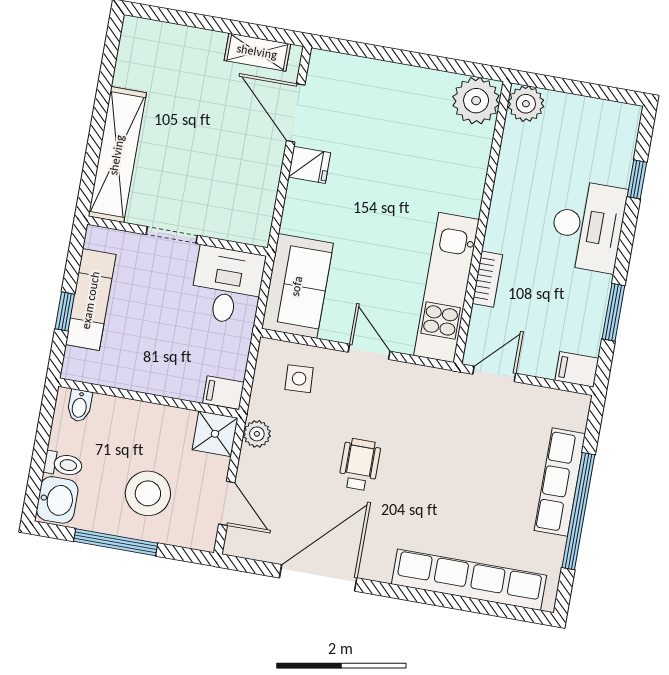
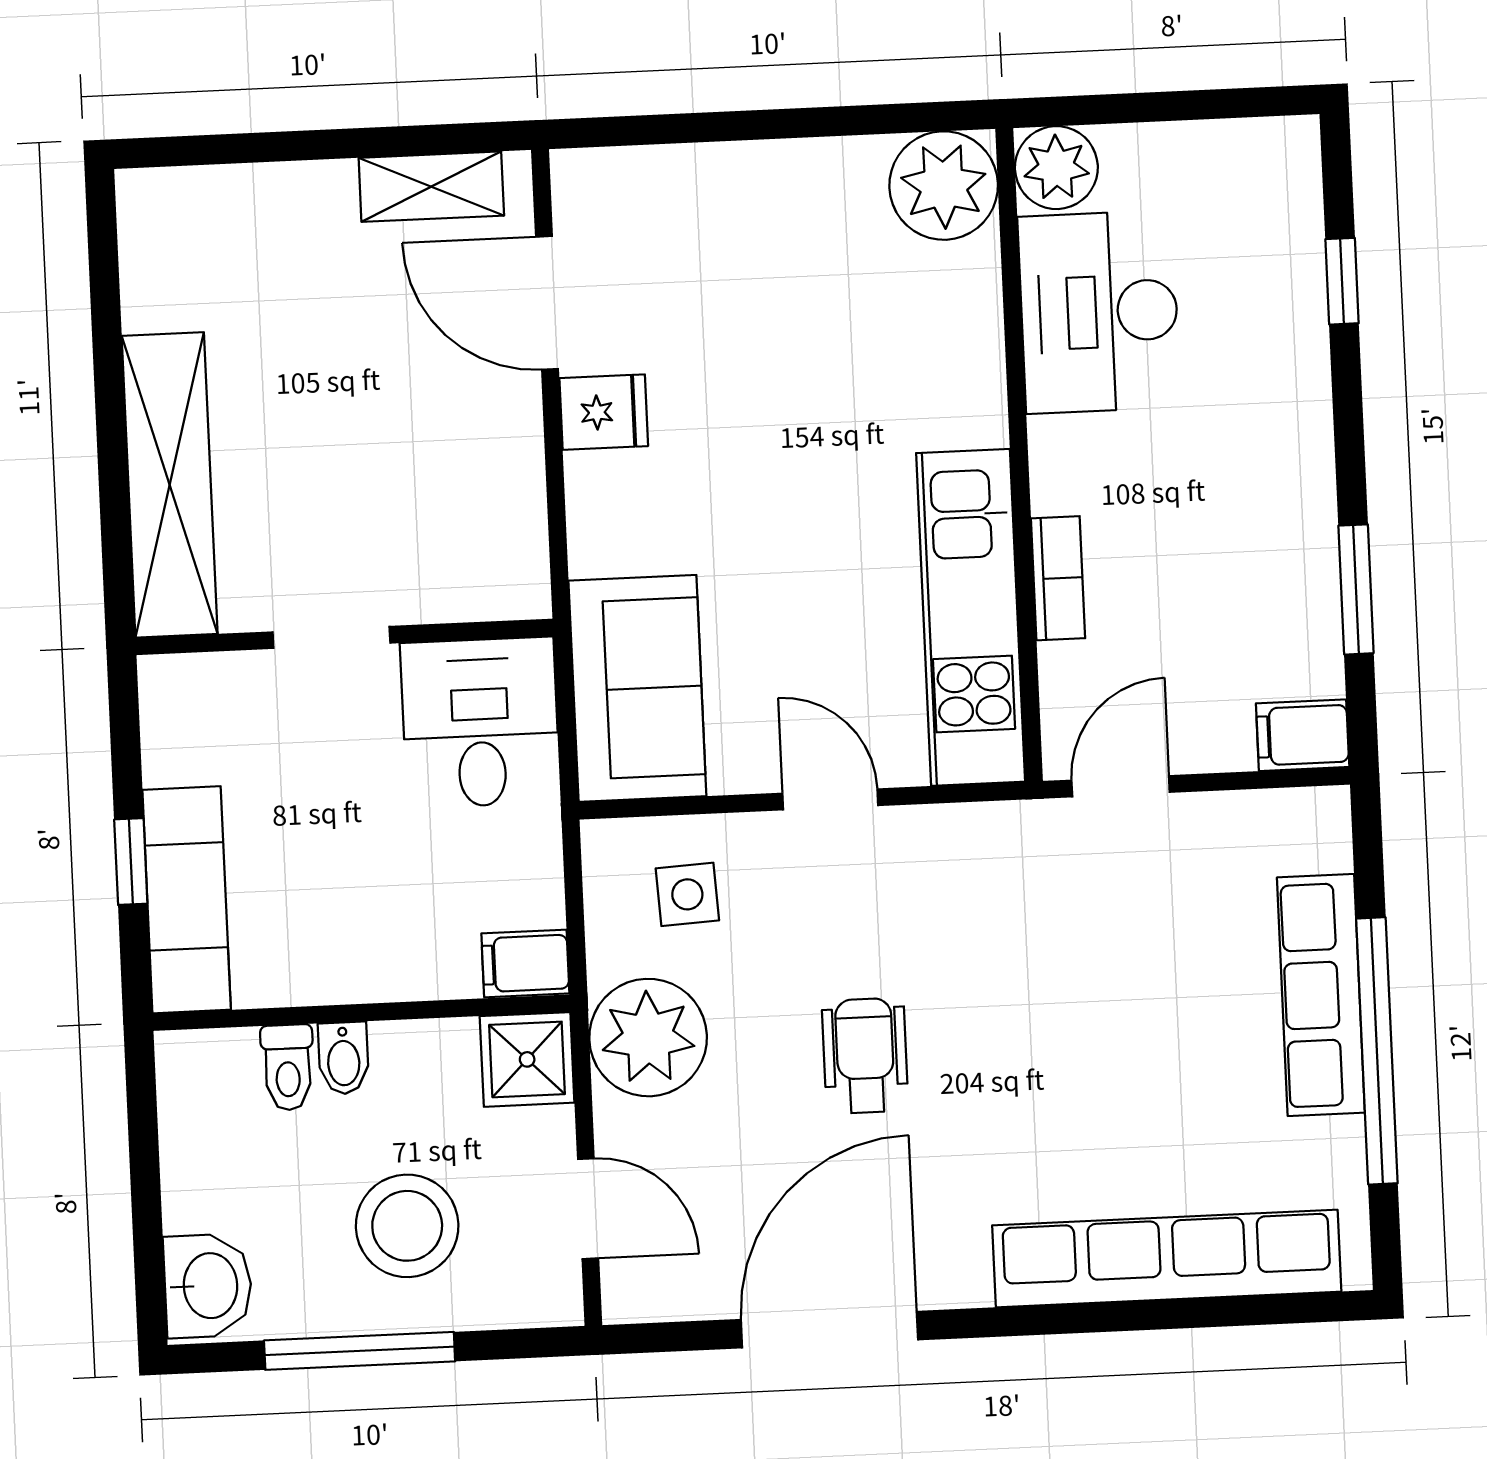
desk: (588, 226) -> (1099, 312), moved, turned 180
exam couch: (91, 300) -> (187, 900), moved
bidet: (80, 406) -> (344, 1058), moved
plant: (257, 434) -> (648, 1038), width x1.88, depth x1.88
toilet: (63, 464) -> (288, 1067), moved, turned 90

